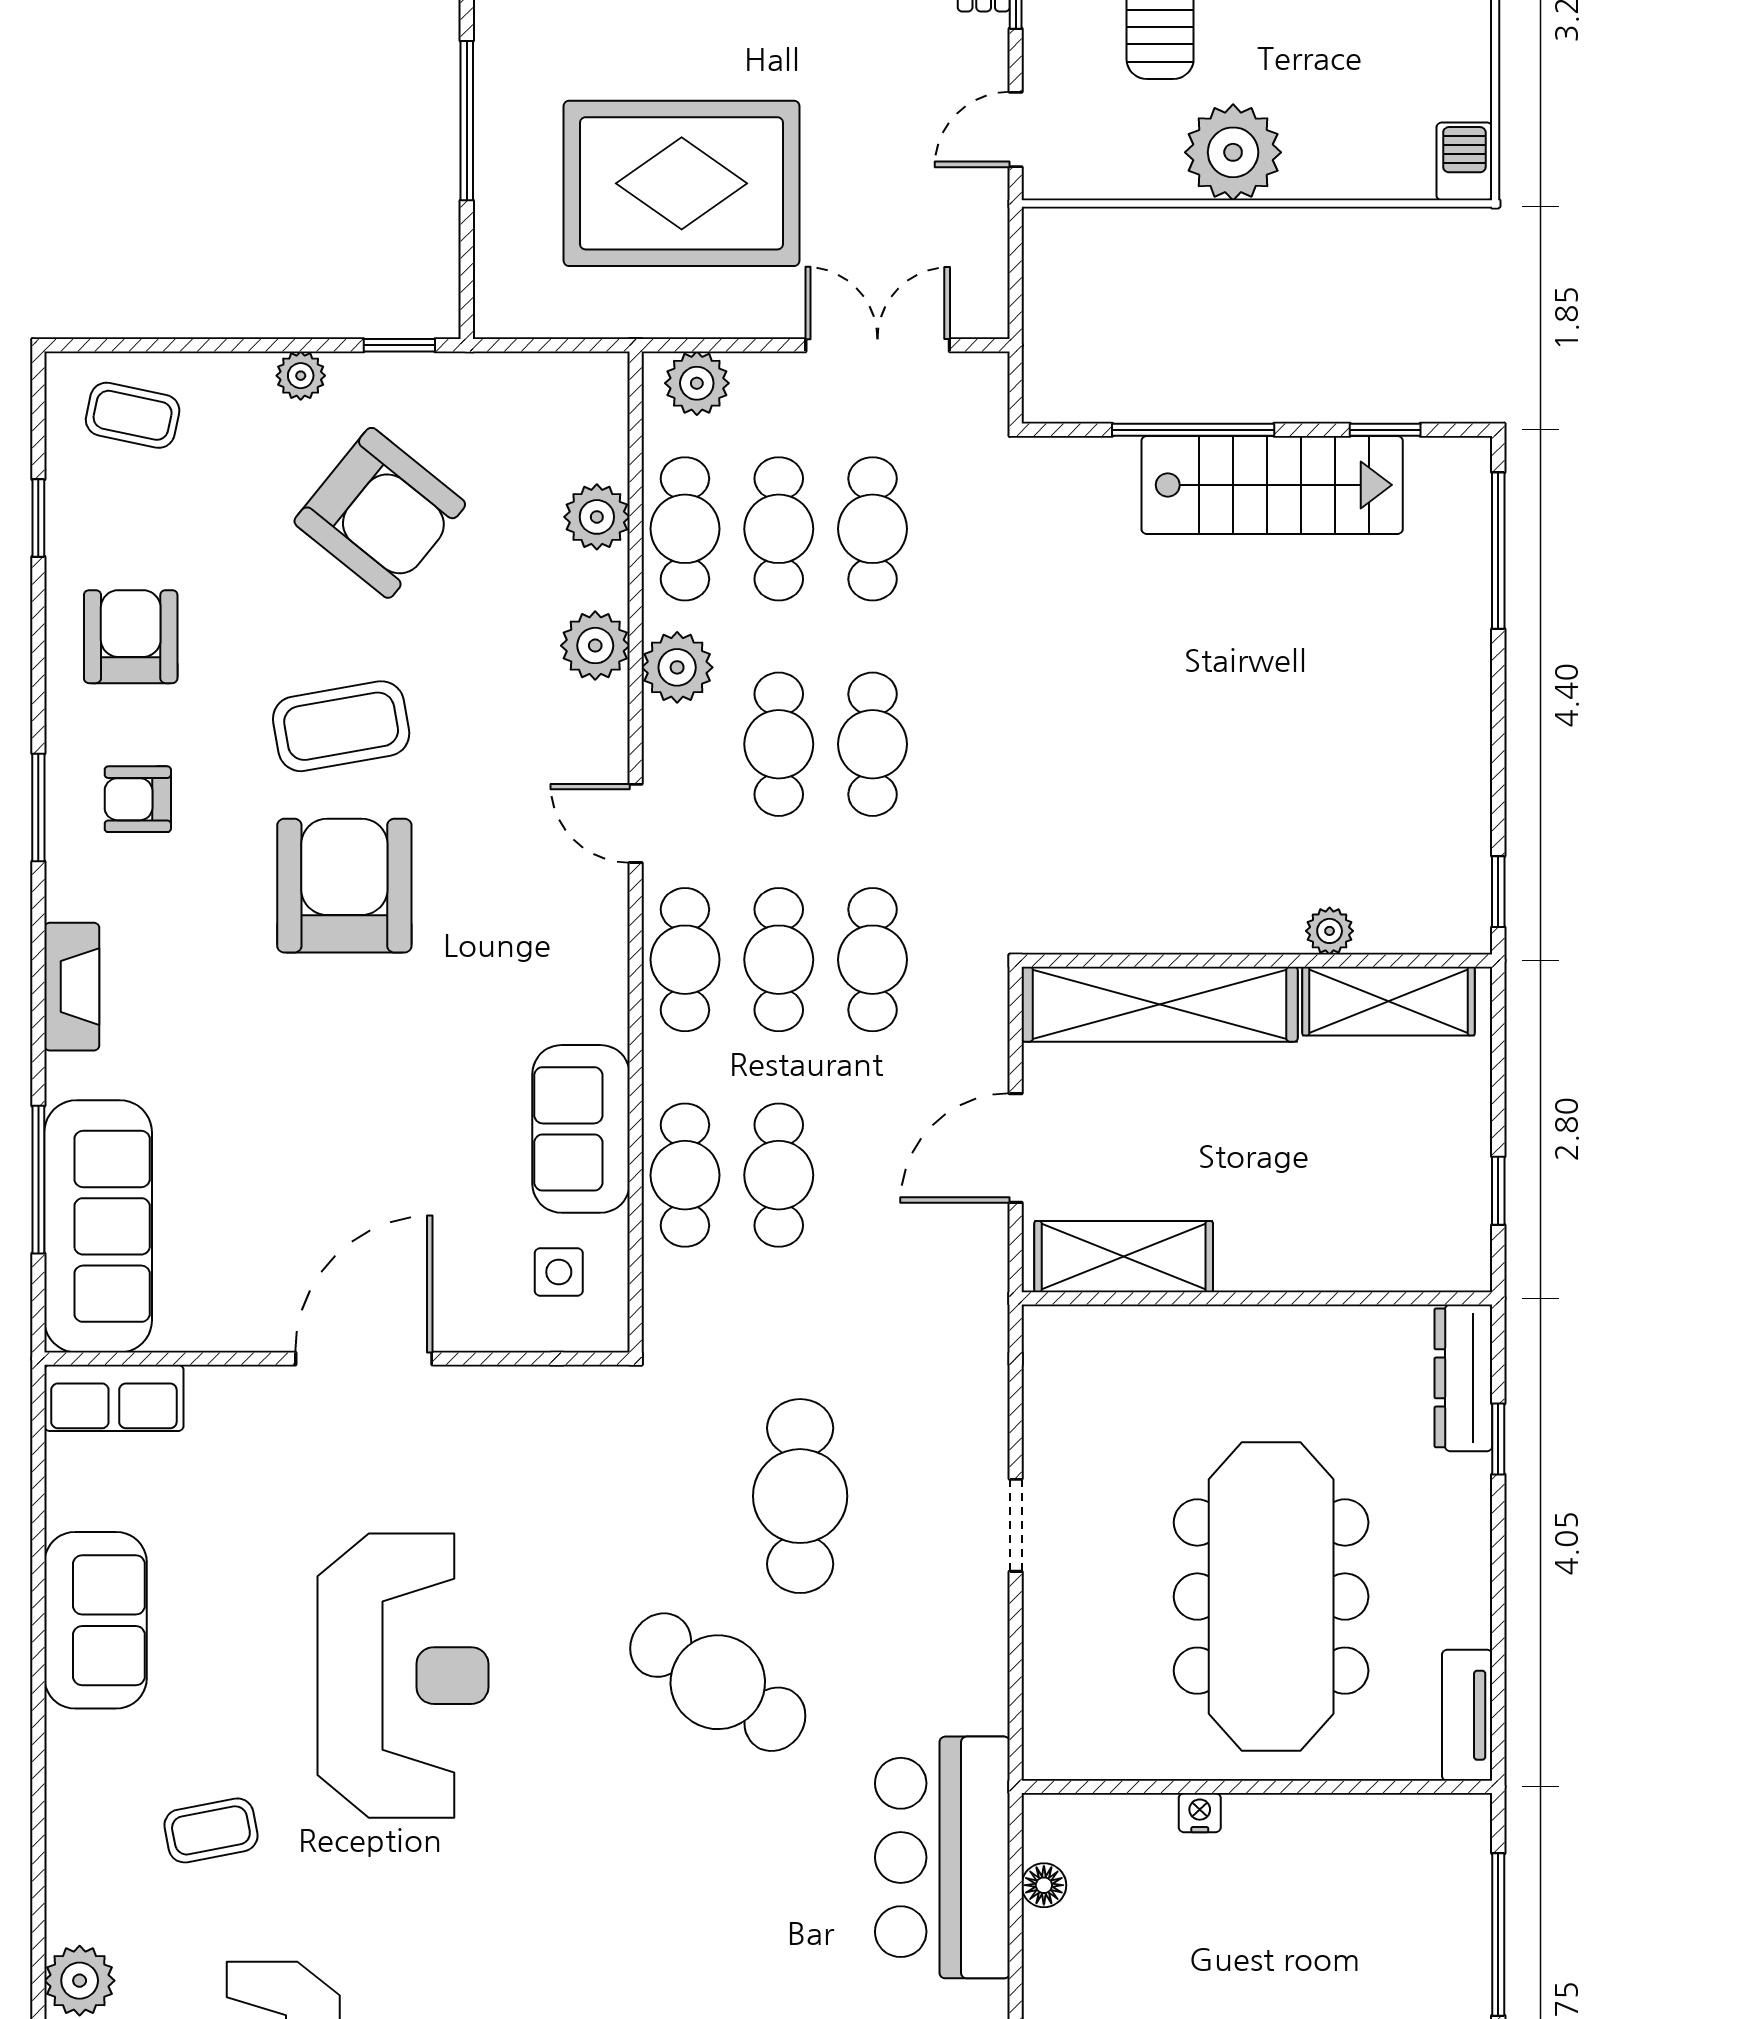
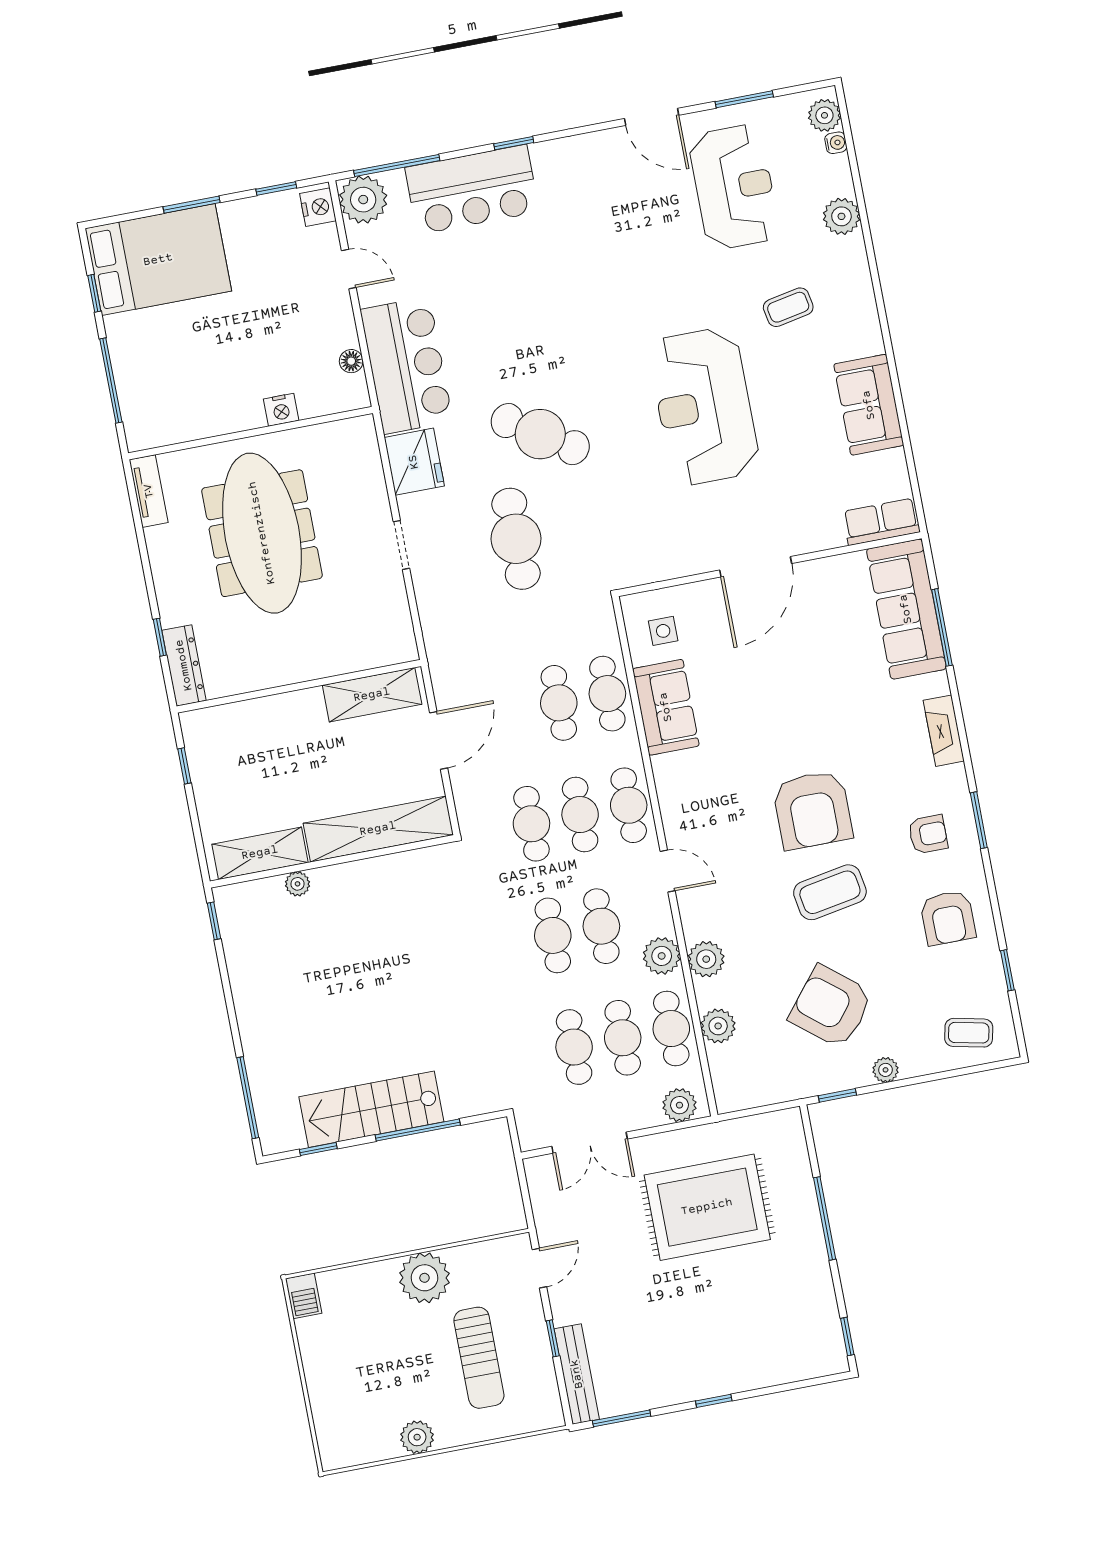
fridge: (962, 1676) -> (414, 462), added
nightstand: (1200, 1813) -> (281, 410), width x1.39, depth x1.35

